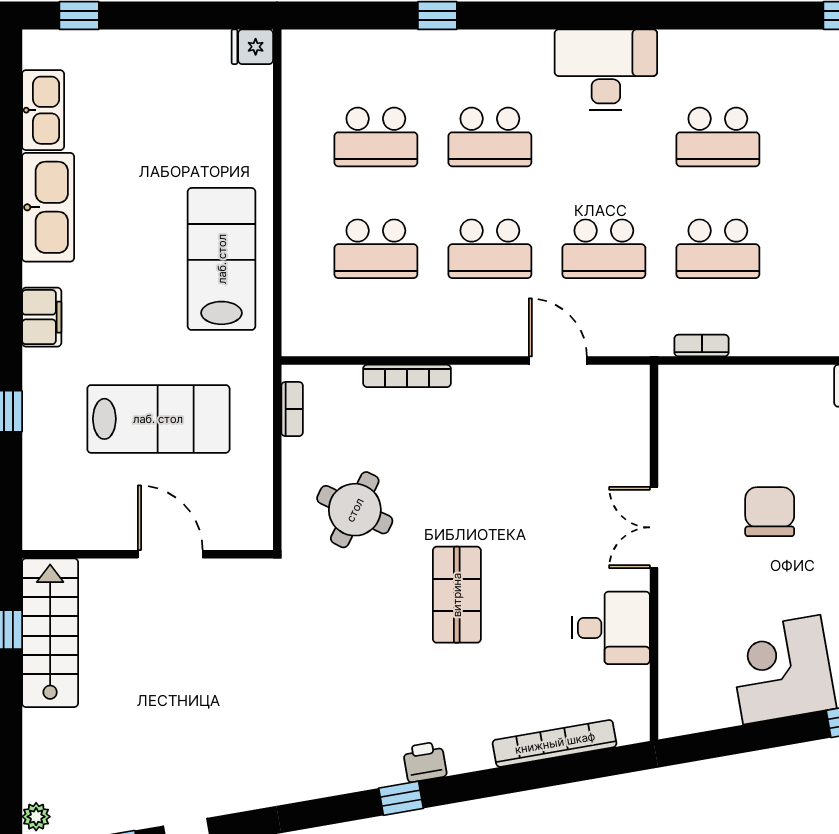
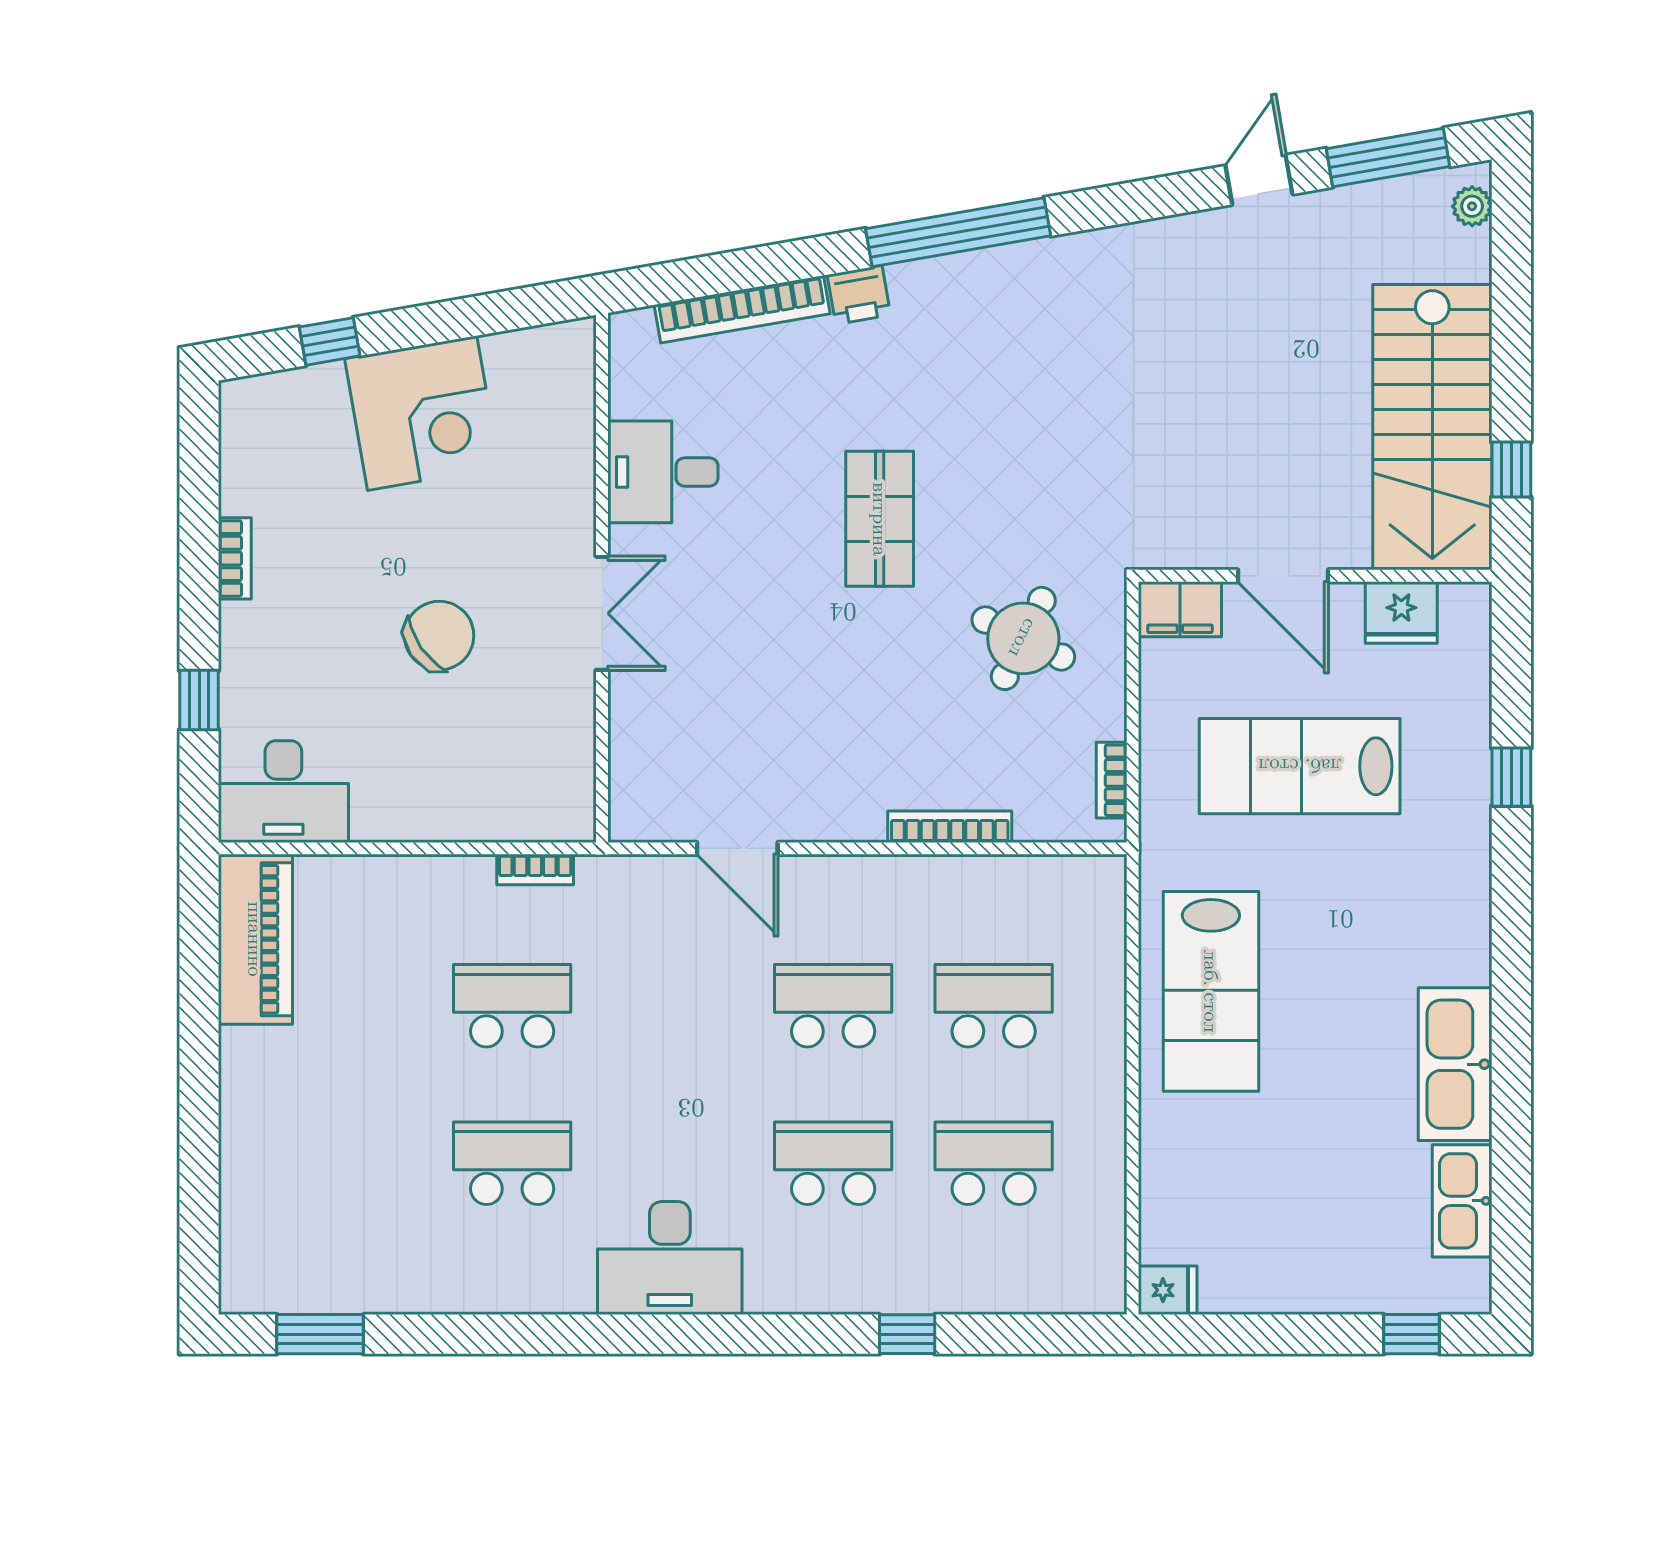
school desk: (604, 249) -> (673, 1006), removed
filing cabinet: (42, 317) -> (1180, 609), moved, turned -90
chair: (770, 512) -> (439, 636), turned -125
fridge: (86, 528) -> (1401, 613), added
stairs: (50, 633) -> (1432, 427), width x1.36, depth x1.51
printer: (425, 762) -> (859, 295), moved
window: (401, 798) -> (958, 232), width x3.17

